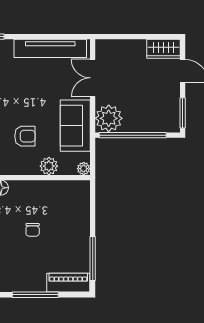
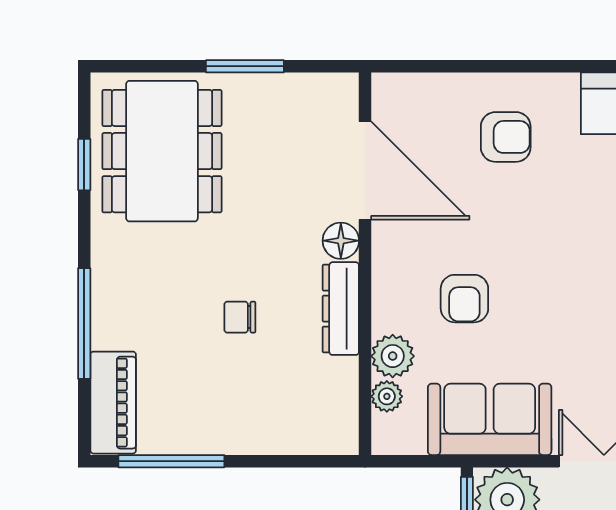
plant: (84, 169) -> (387, 396), moved
dresser: (29, 188) -> (341, 309), added

